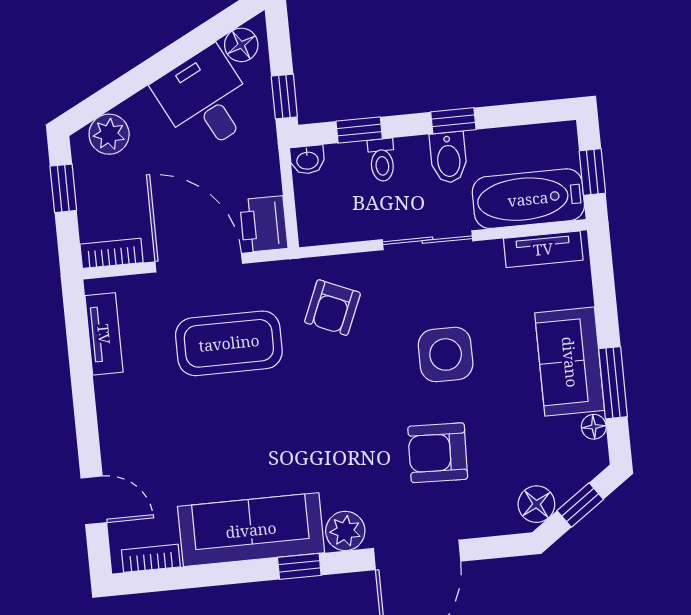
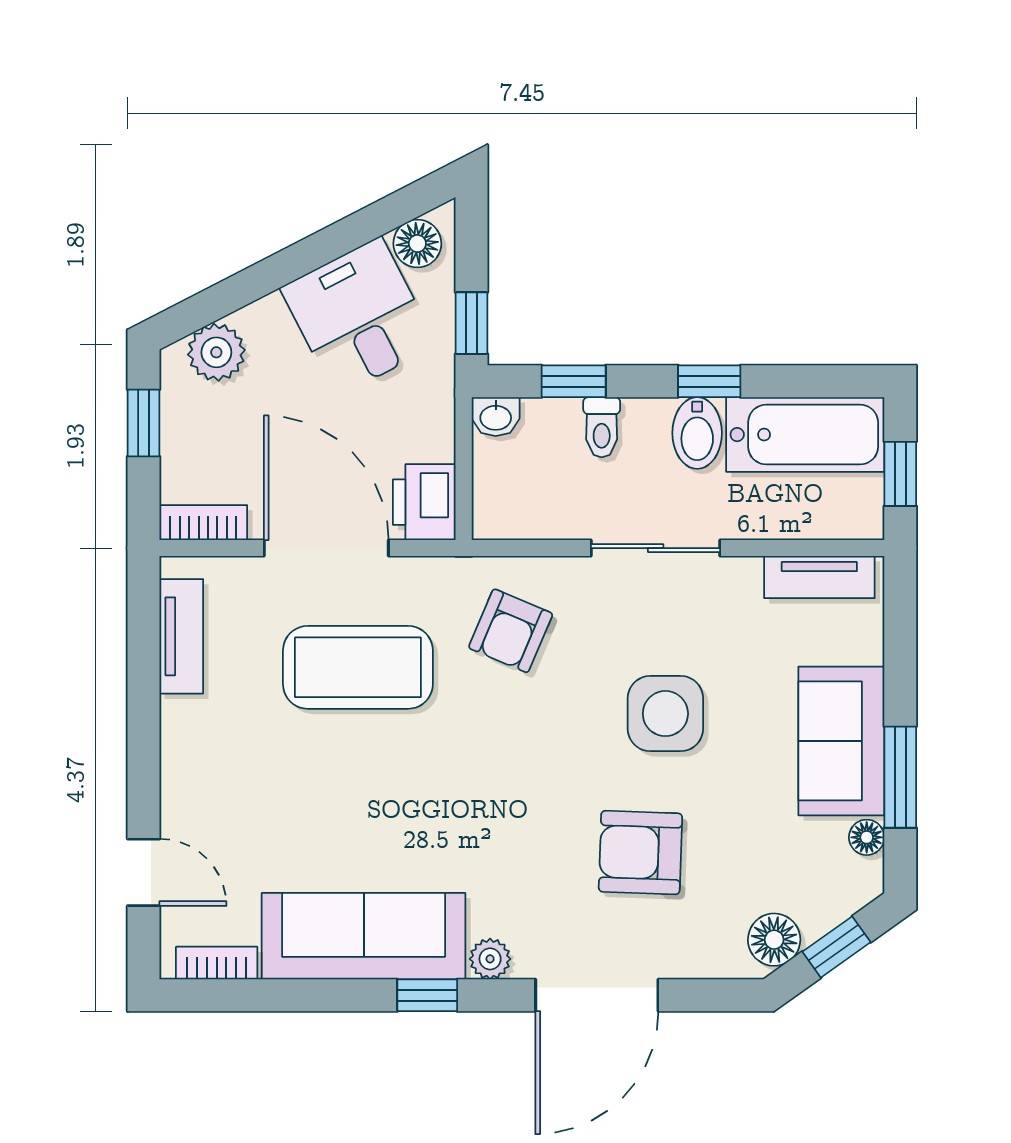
bathtub: (528, 199) -> (805, 435), moved, turned 180
plant: (345, 531) -> (490, 959), width x0.73, depth x0.73

